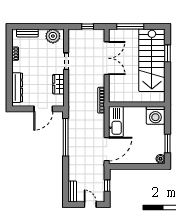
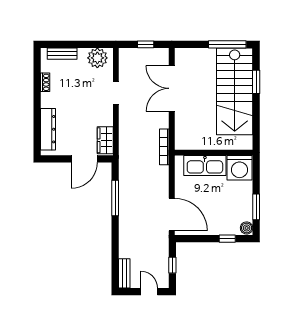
window: (130, 26) -> (227, 44), moved
double door: (107, 58) -> (172, 88), swing flipped
wardrobe: (58, 84) -> (105, 140), moved
kitchen sink: (116, 122) -> (205, 166), moved, turned 90
window: (66, 137) -> (115, 198), width x0.68
door: (107, 149) -> (172, 215), hinge flipped
window: (147, 166) -> (227, 239), added

